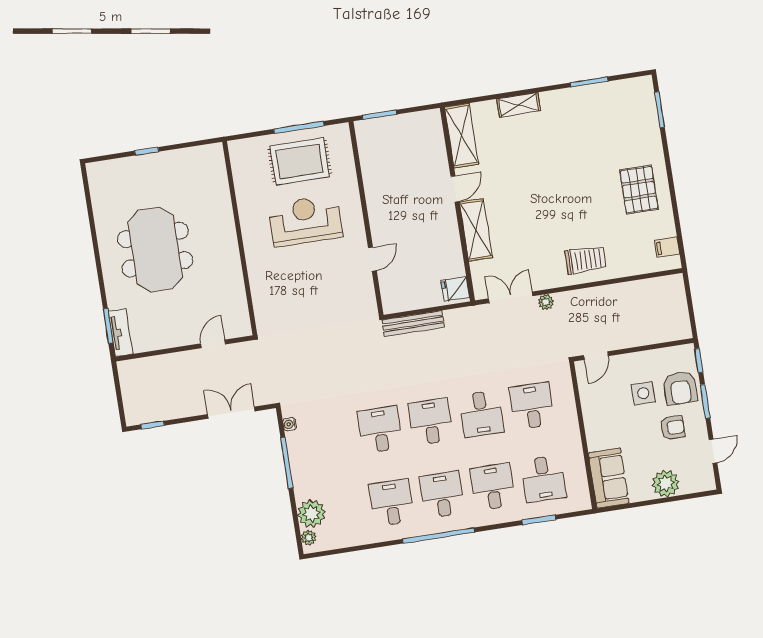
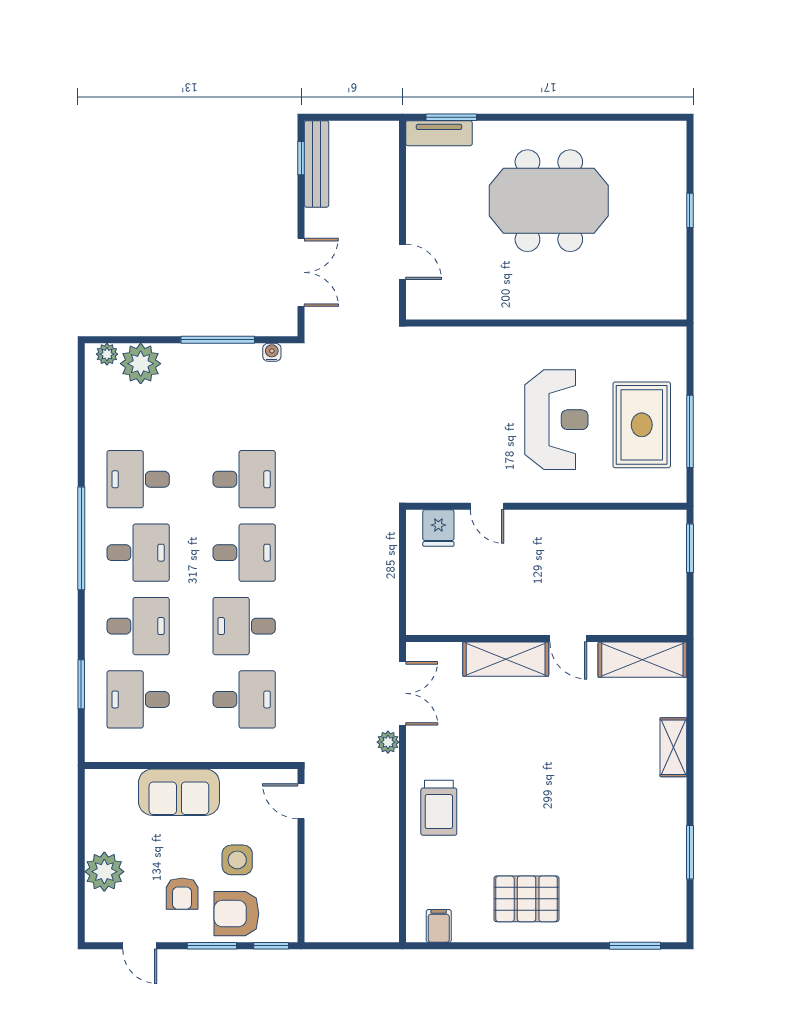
fridge: (455, 289) -> (438, 528), moved, turned 180
bench: (413, 324) -> (317, 164), moved
sofa: (609, 478) -> (179, 792), moved
desk: (392, 503) -> (138, 479), turned 180

